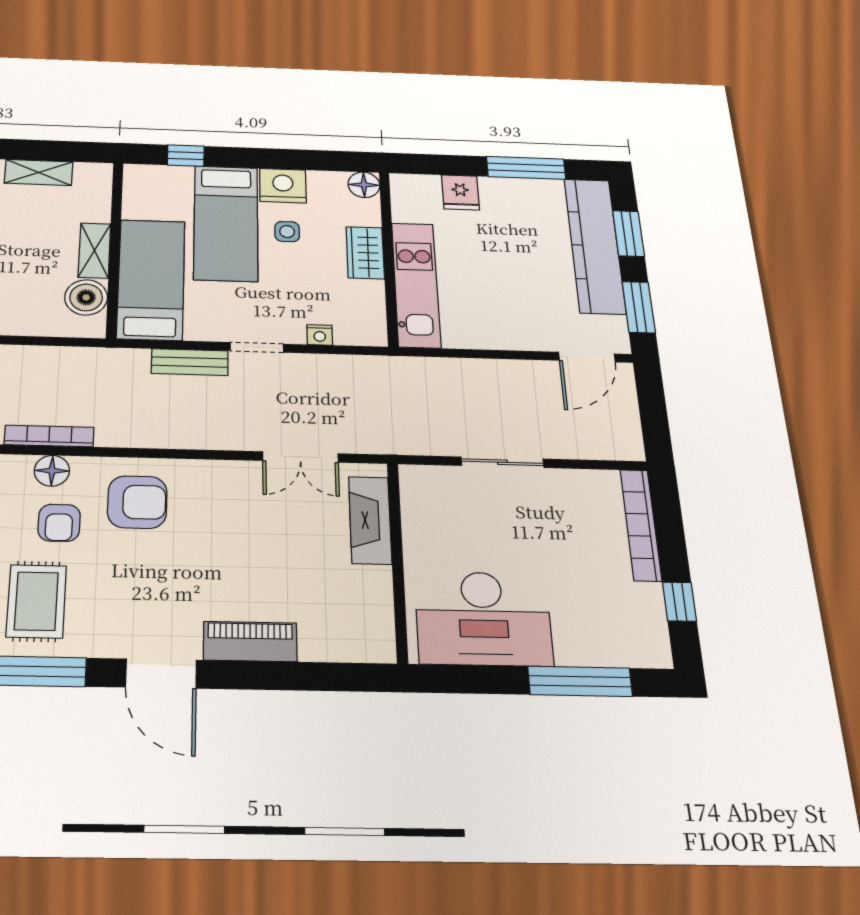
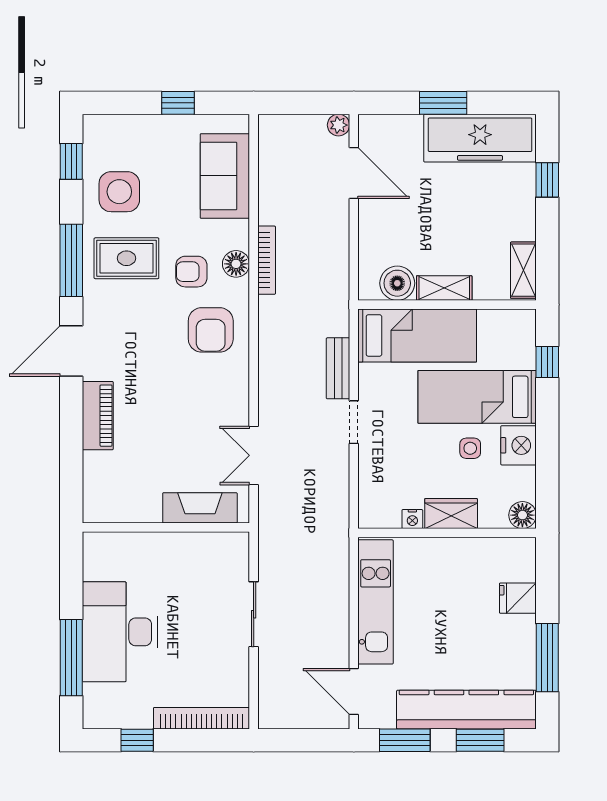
shelving: (39, 172) -> (523, 270), moved
kitchen unit: (416, 285) -> (376, 602), moved, turned -90
nightstand: (320, 335) -> (412, 519), moved, turned -90
desk: (483, 618) -> (120, 632), moved

